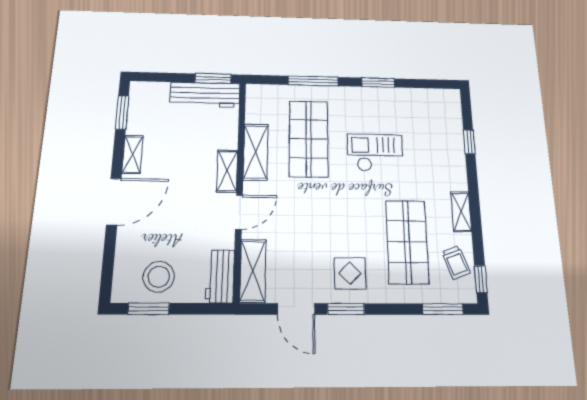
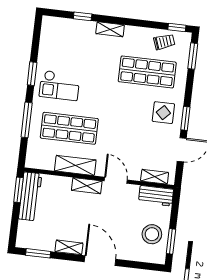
checkout: (375, 153) -> (60, 85), moved, turned -90
shelving: (461, 212) -> (110, 29), moved
shelving: (253, 271) -> (155, 177), width x0.67, depth x0.75

